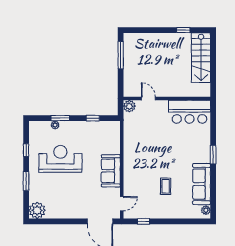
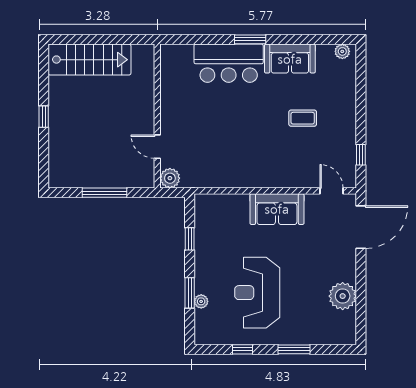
window: (183, 30) -> (44, 117), moved
window: (121, 55) -> (105, 193), moved
door: (148, 99) -> (157, 147), hinge flipped
bar counter: (190, 112) -> (229, 63), moved, turned 90
sofa: (202, 184) -> (290, 59), width x0.73
plant: (37, 210) -> (343, 296), moved

